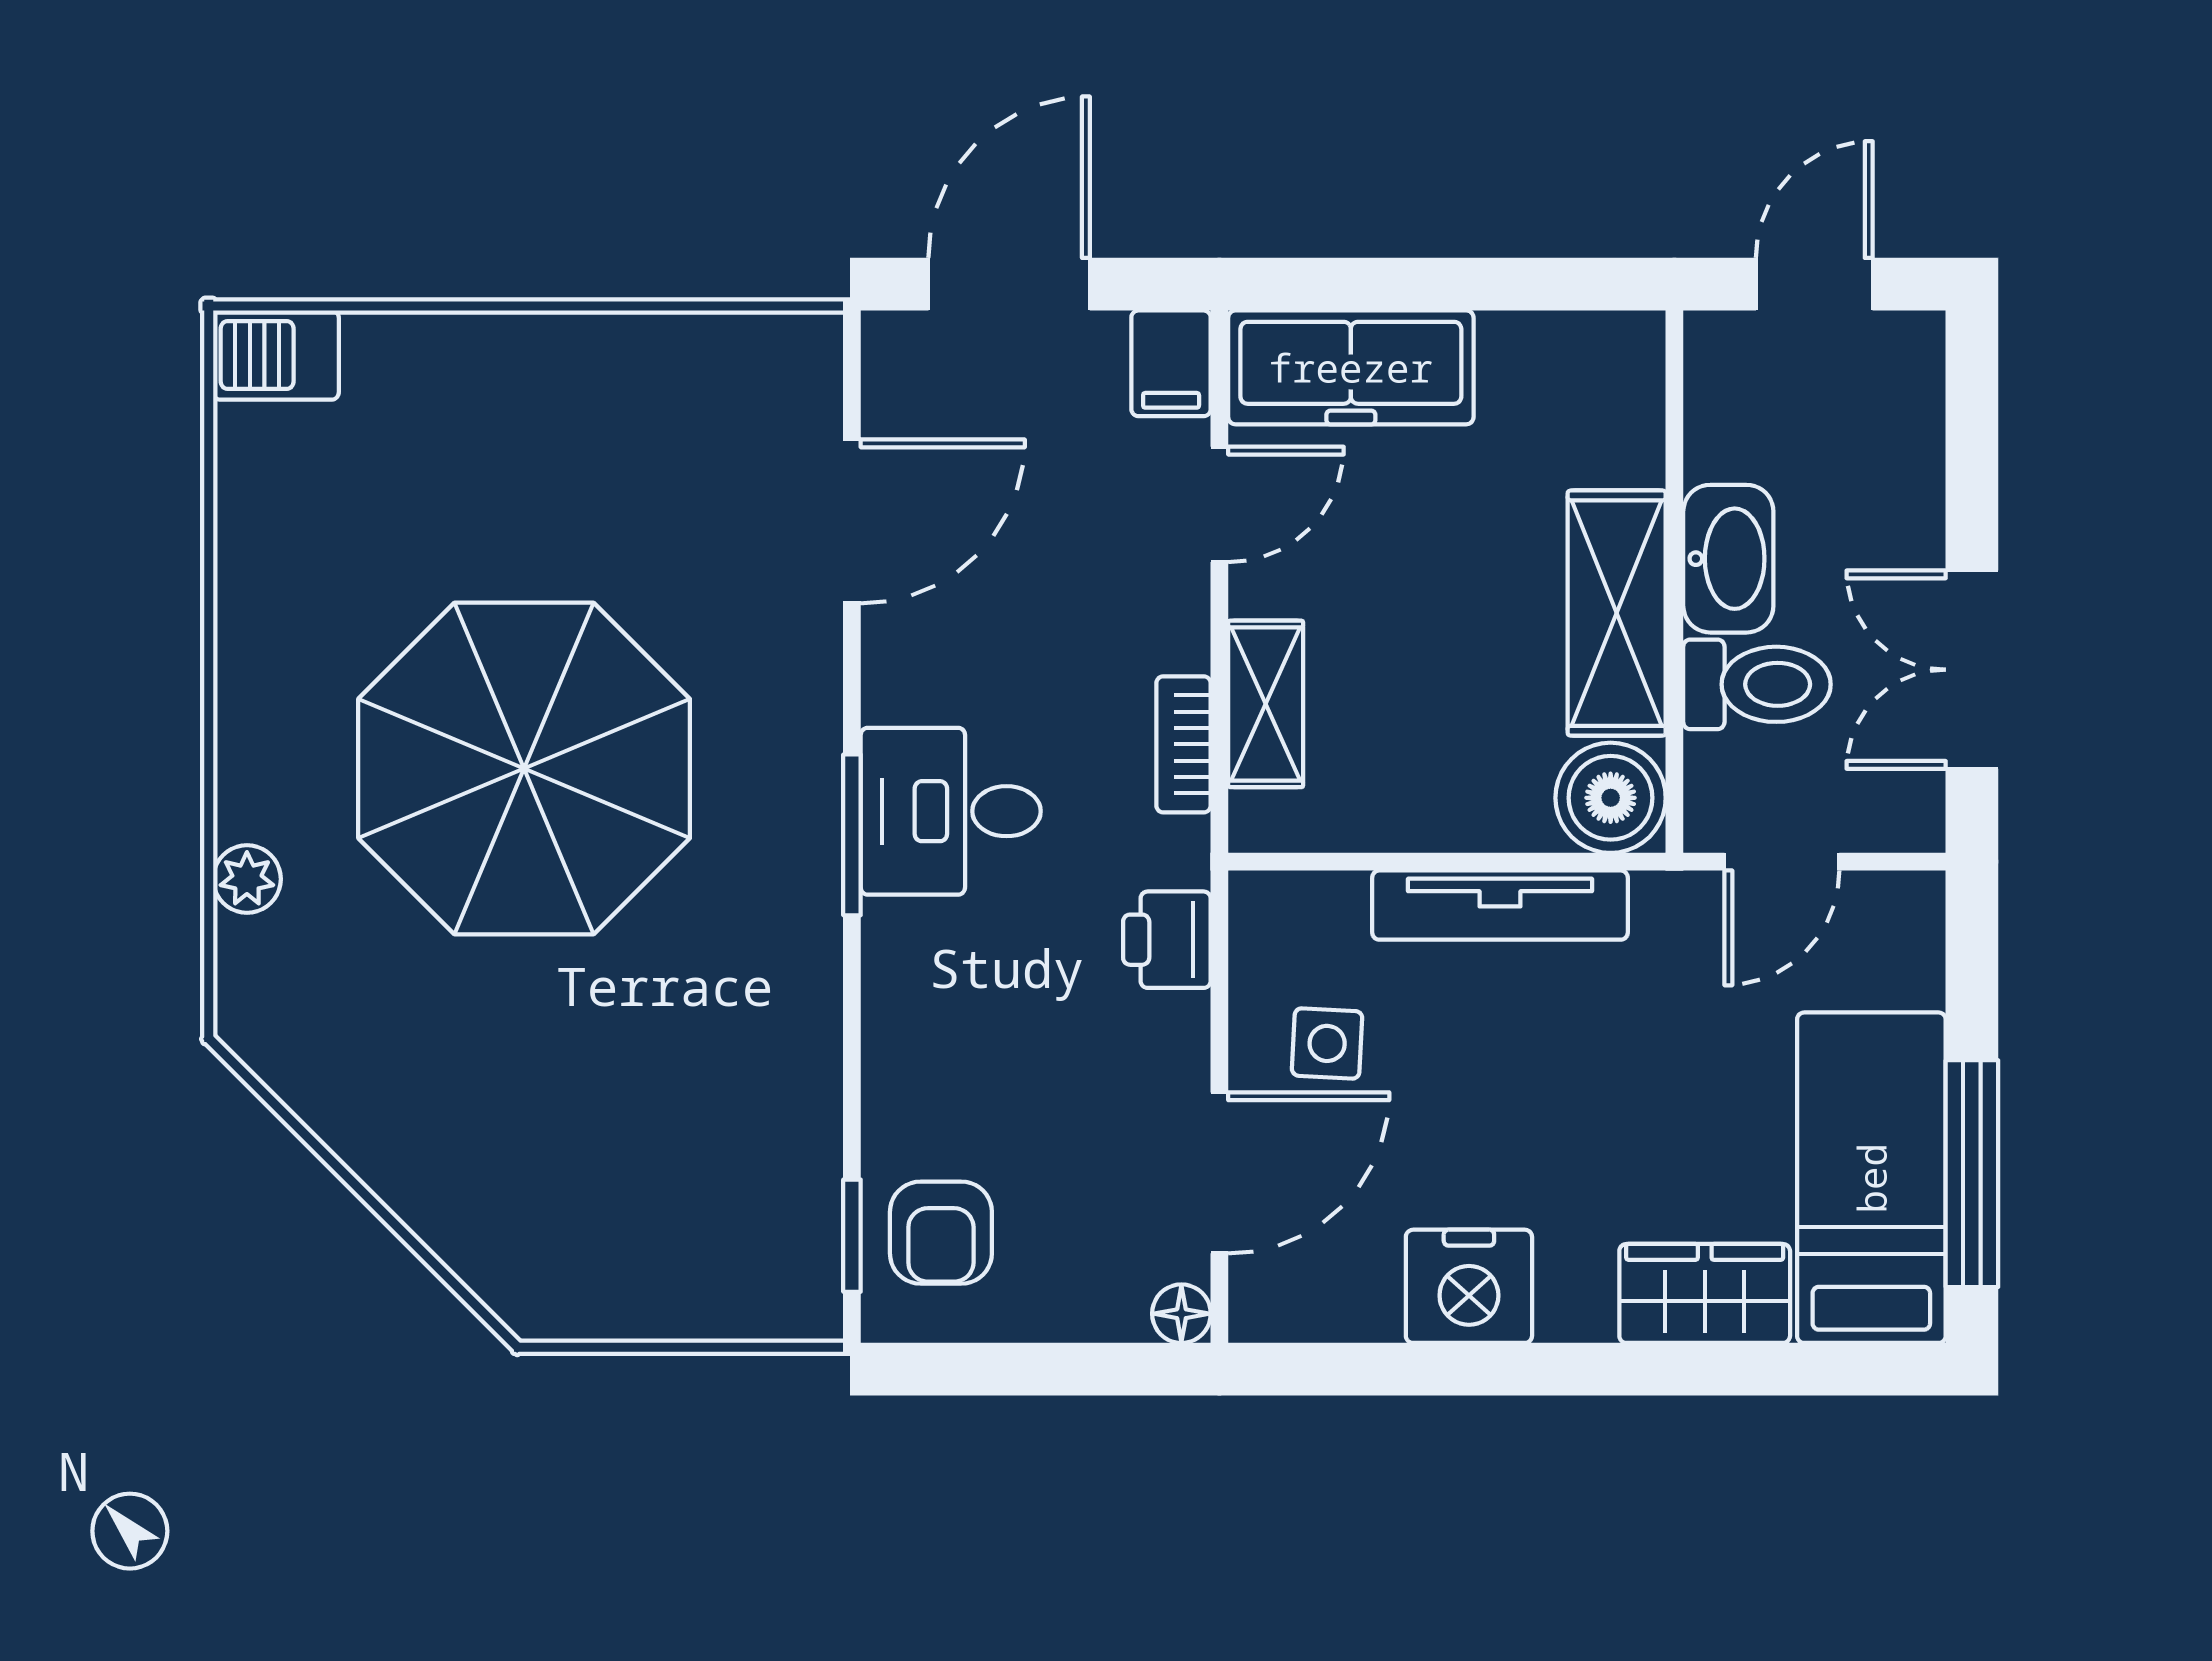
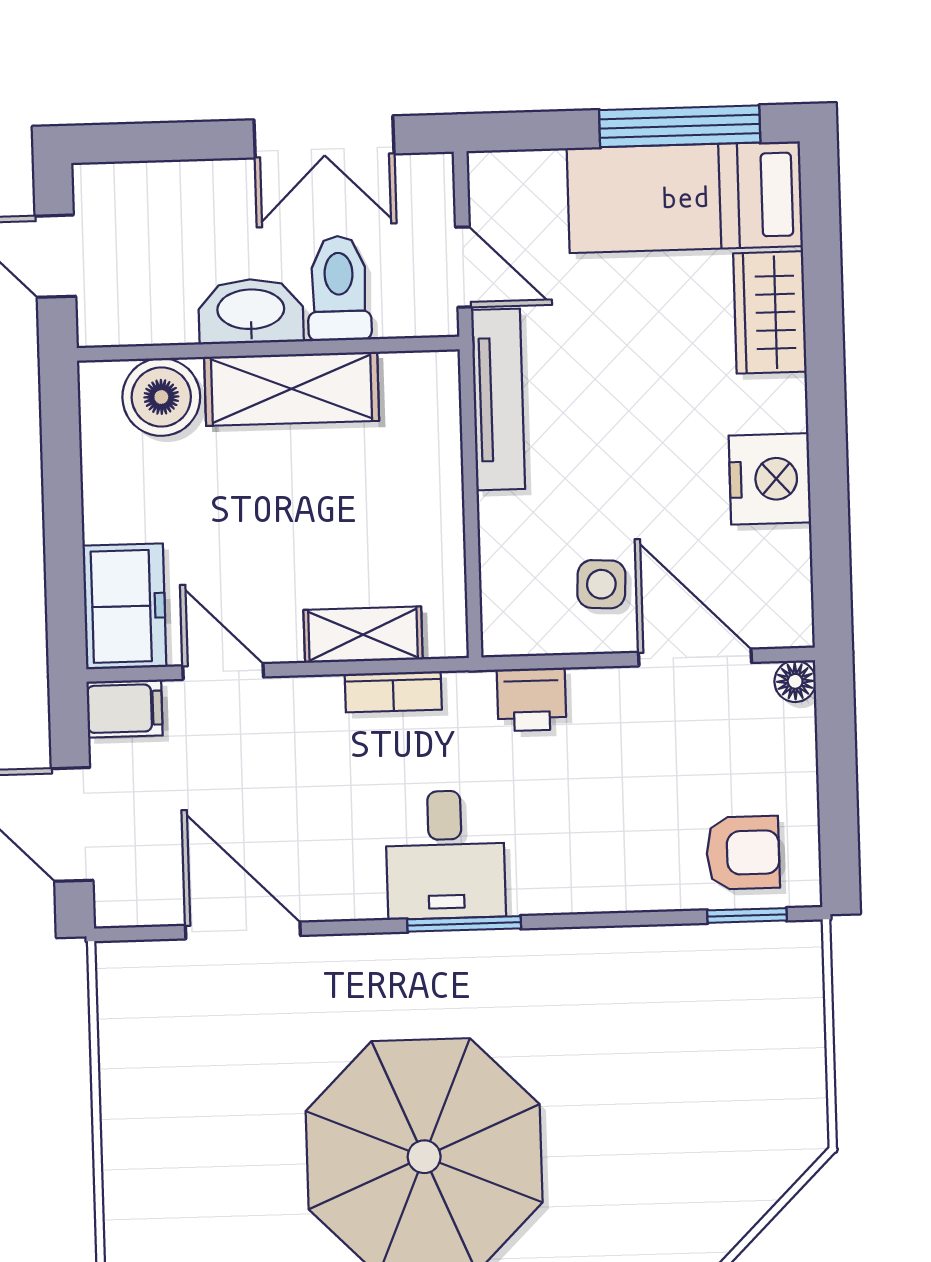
freezer: (1351, 367) -> (124, 606), width x0.71
boiler: (1611, 798) -> (161, 397), moved
tv unit: (1500, 905) -> (498, 399), moved

